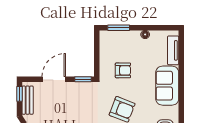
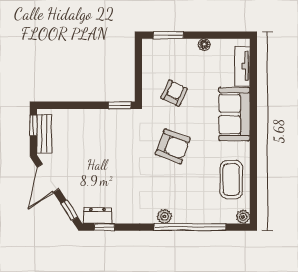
armchair: (123, 70) -> (174, 93), turned -64
door: (54, 79) -> (80, 105), removed

